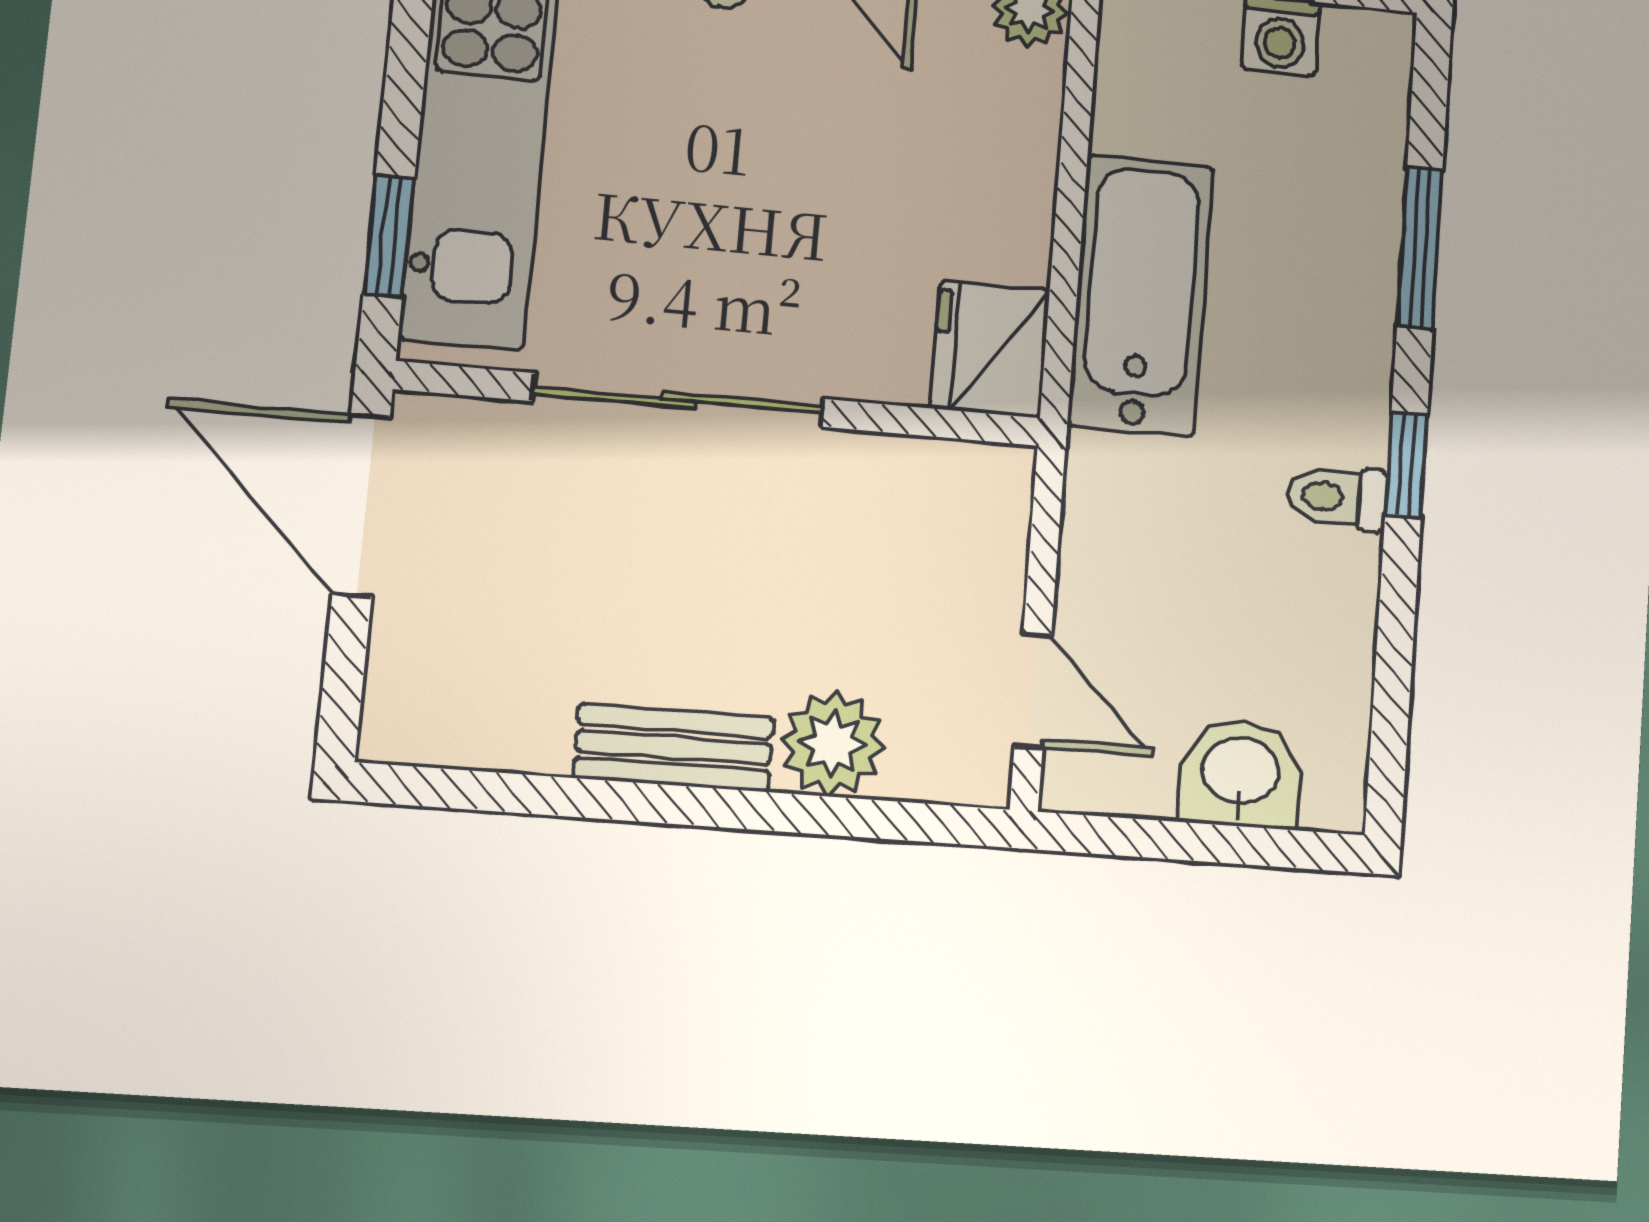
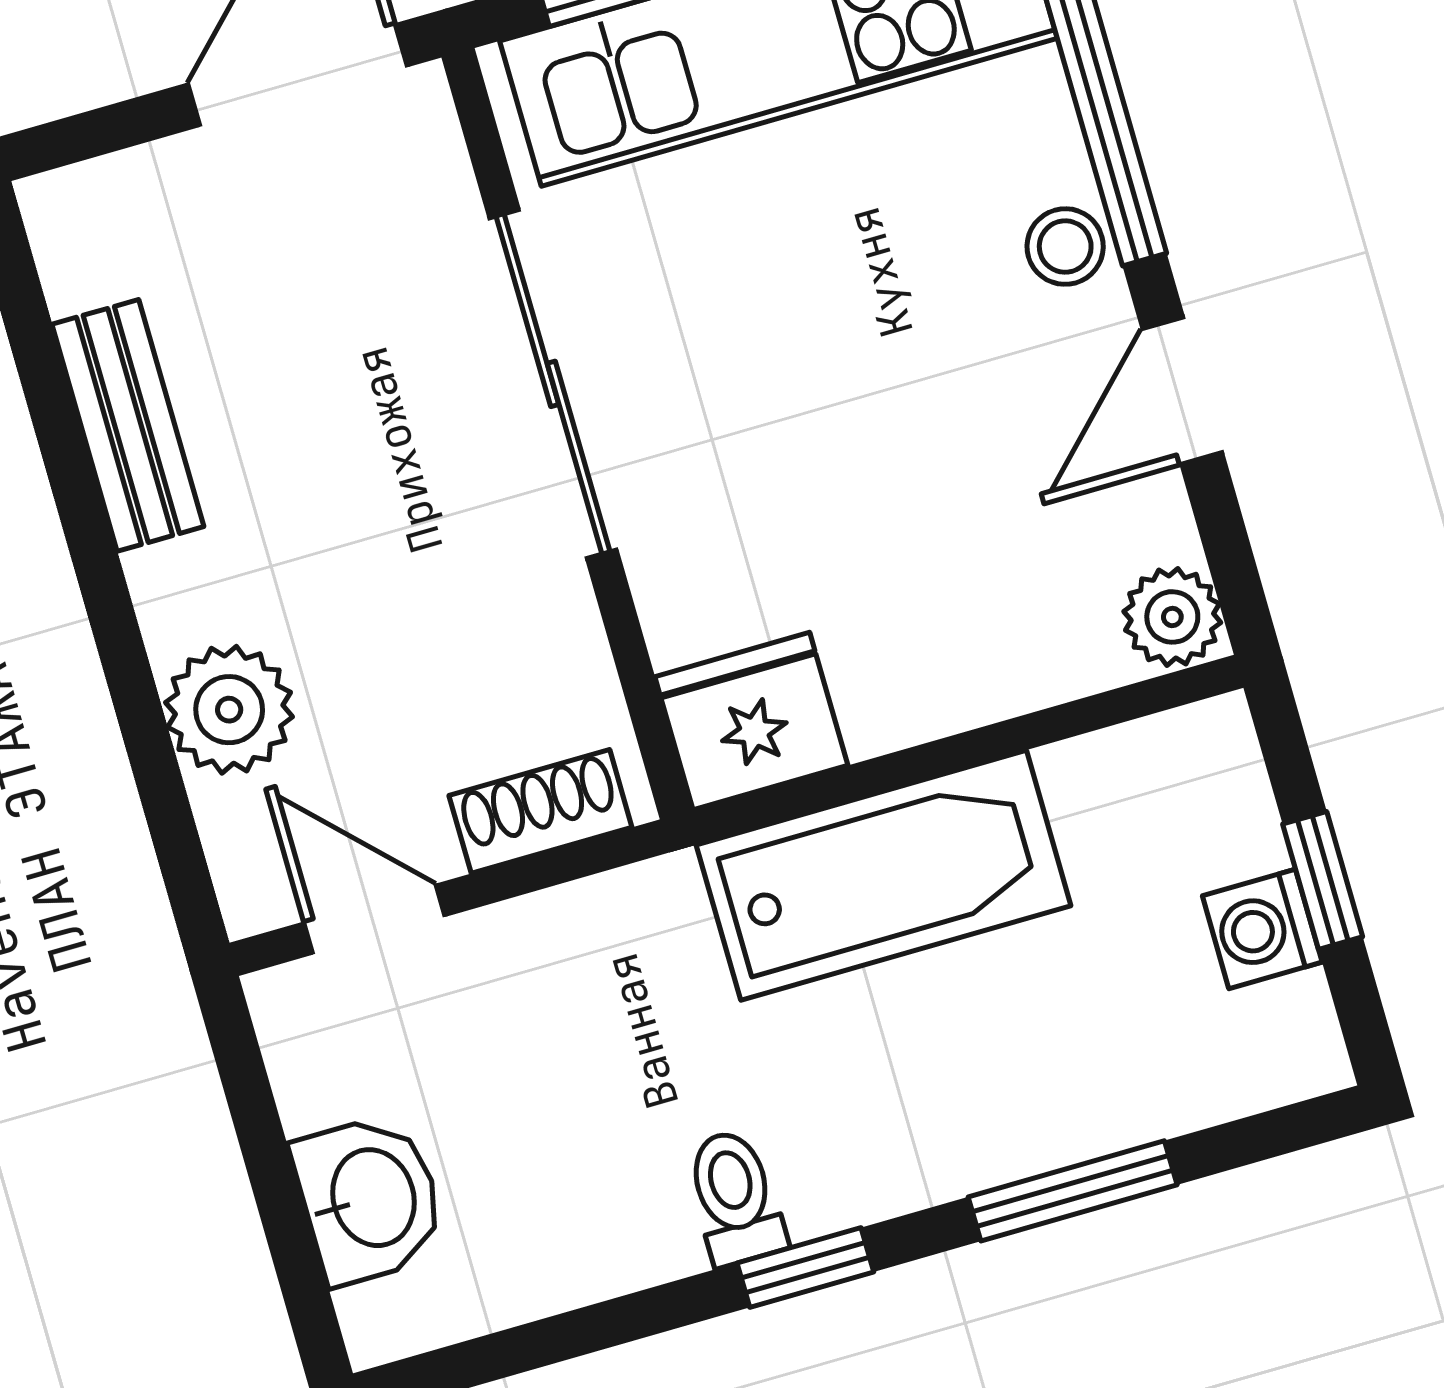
shoe rack: (999, 534) -> (540, 811), added
door: (1033, 691) -> (374, 919), swing flipped
bench: (674, 747) -> (128, 425), moved

